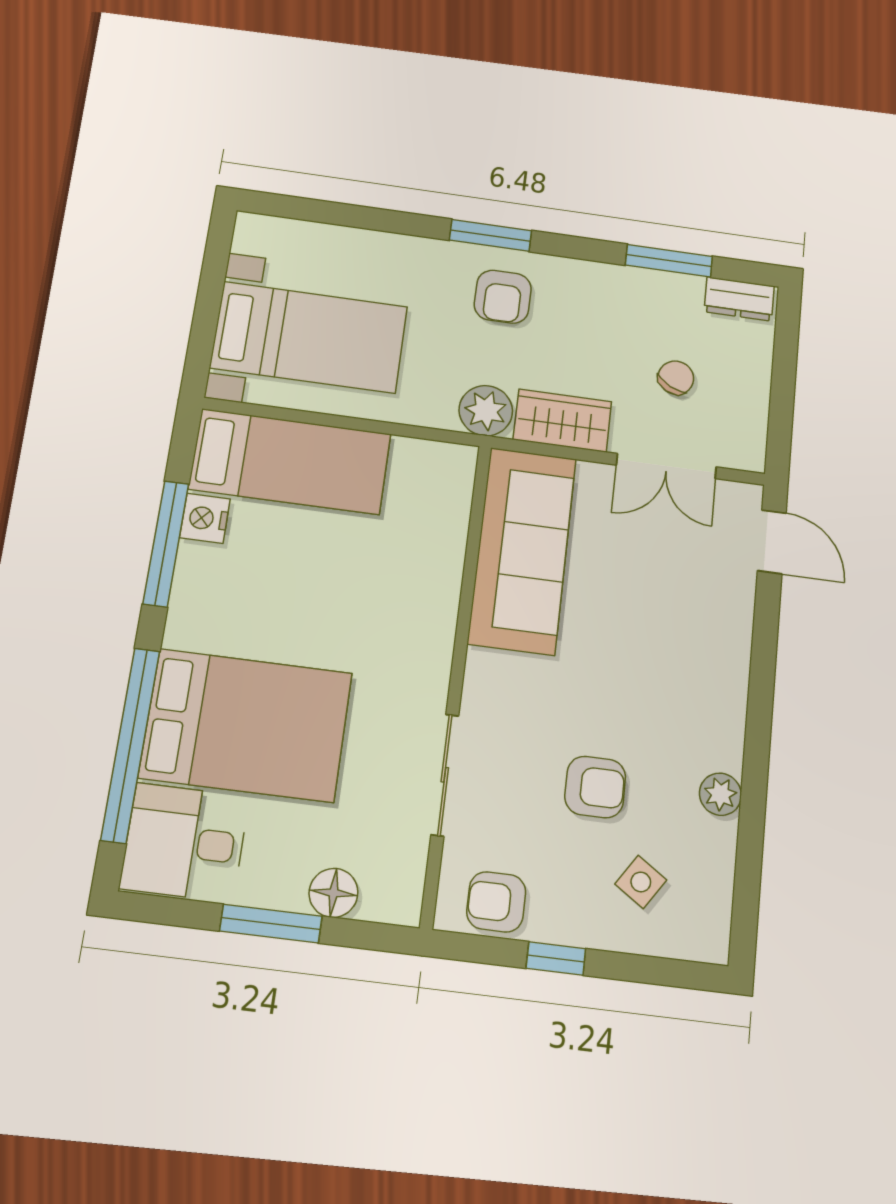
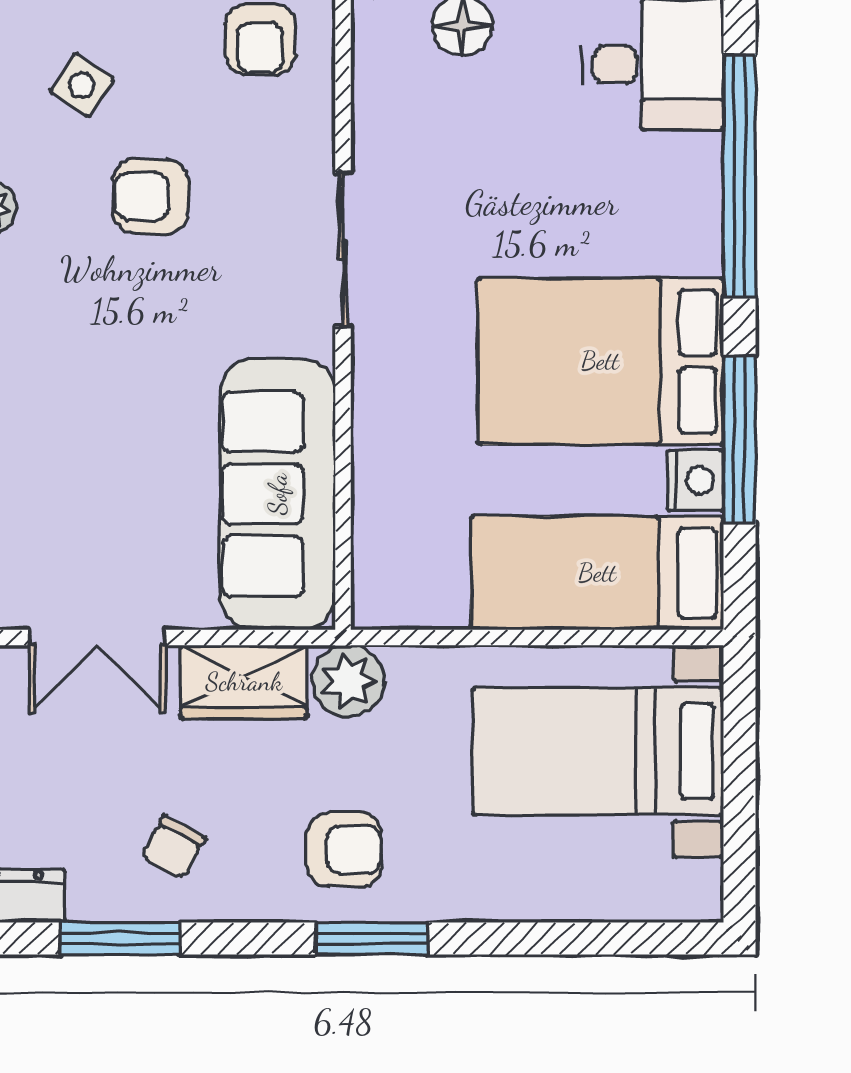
armchair: (503, 297) -> (344, 849), turned 90
chair: (676, 378) -> (173, 847), moved
double door: (666, 466) -> (97, 637), swing flipped
bed: (246, 725) -> (600, 361), moved
sliding door: (445, 775) -> (343, 250), moved
armchair: (496, 902) -> (260, 39), turned 90

